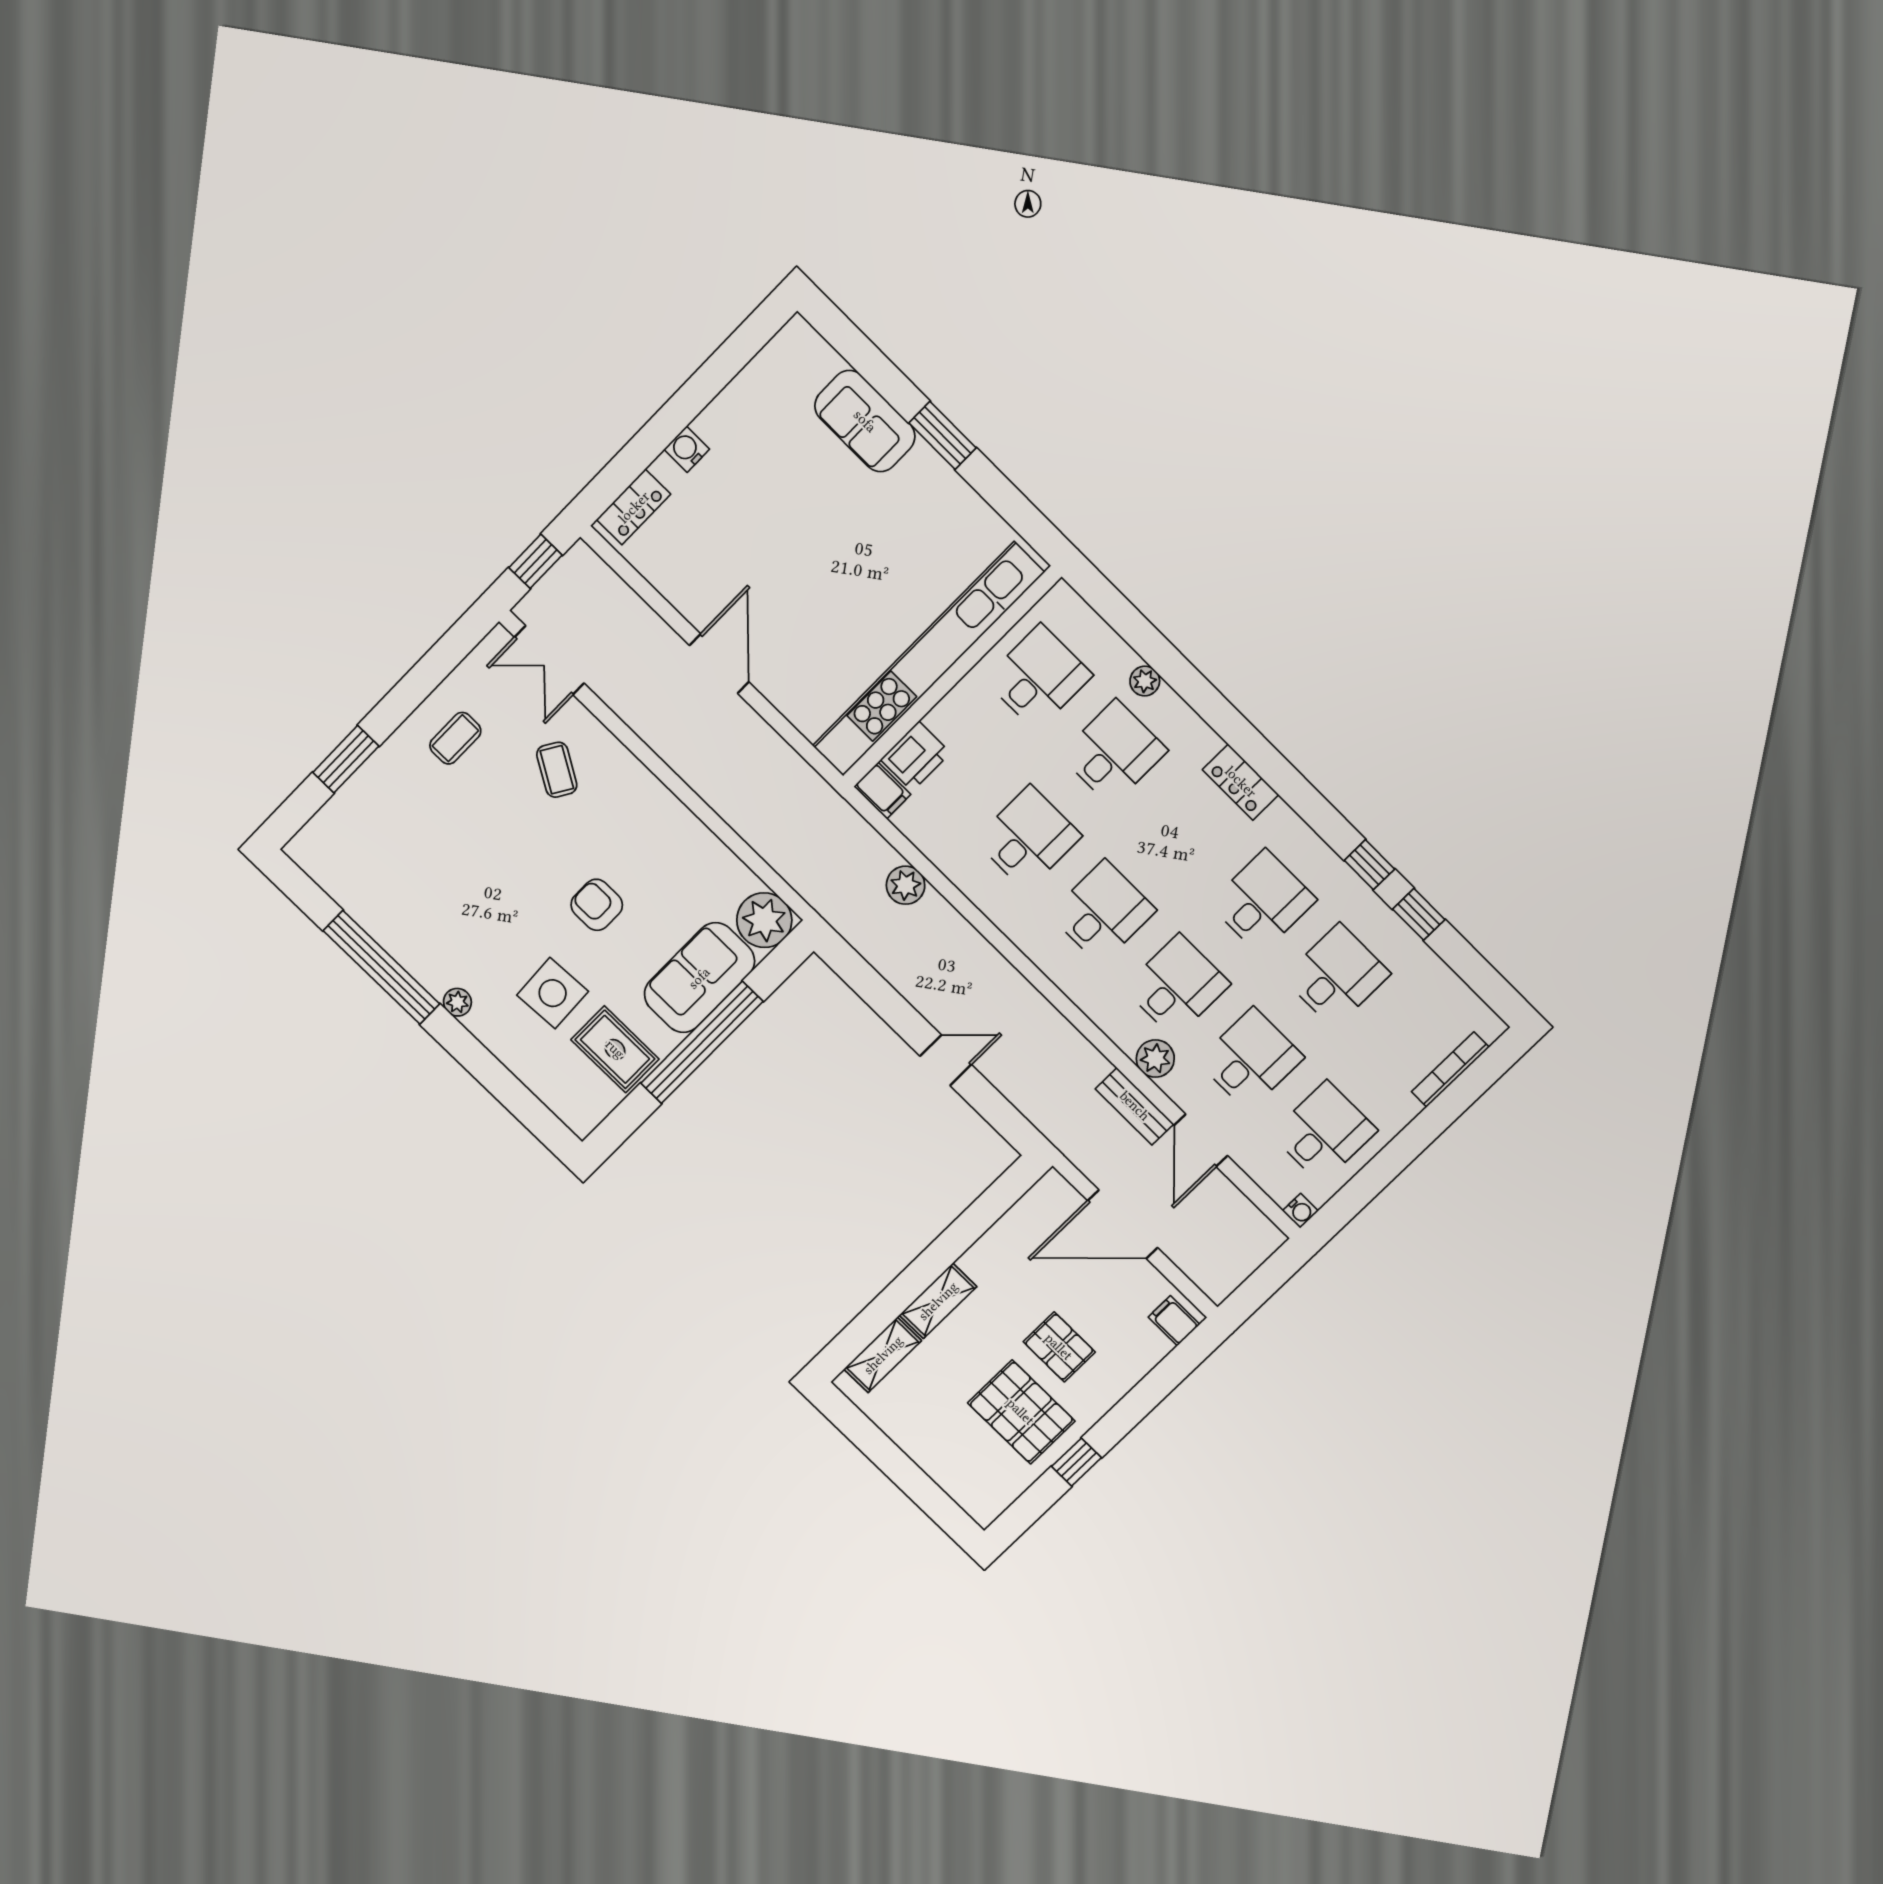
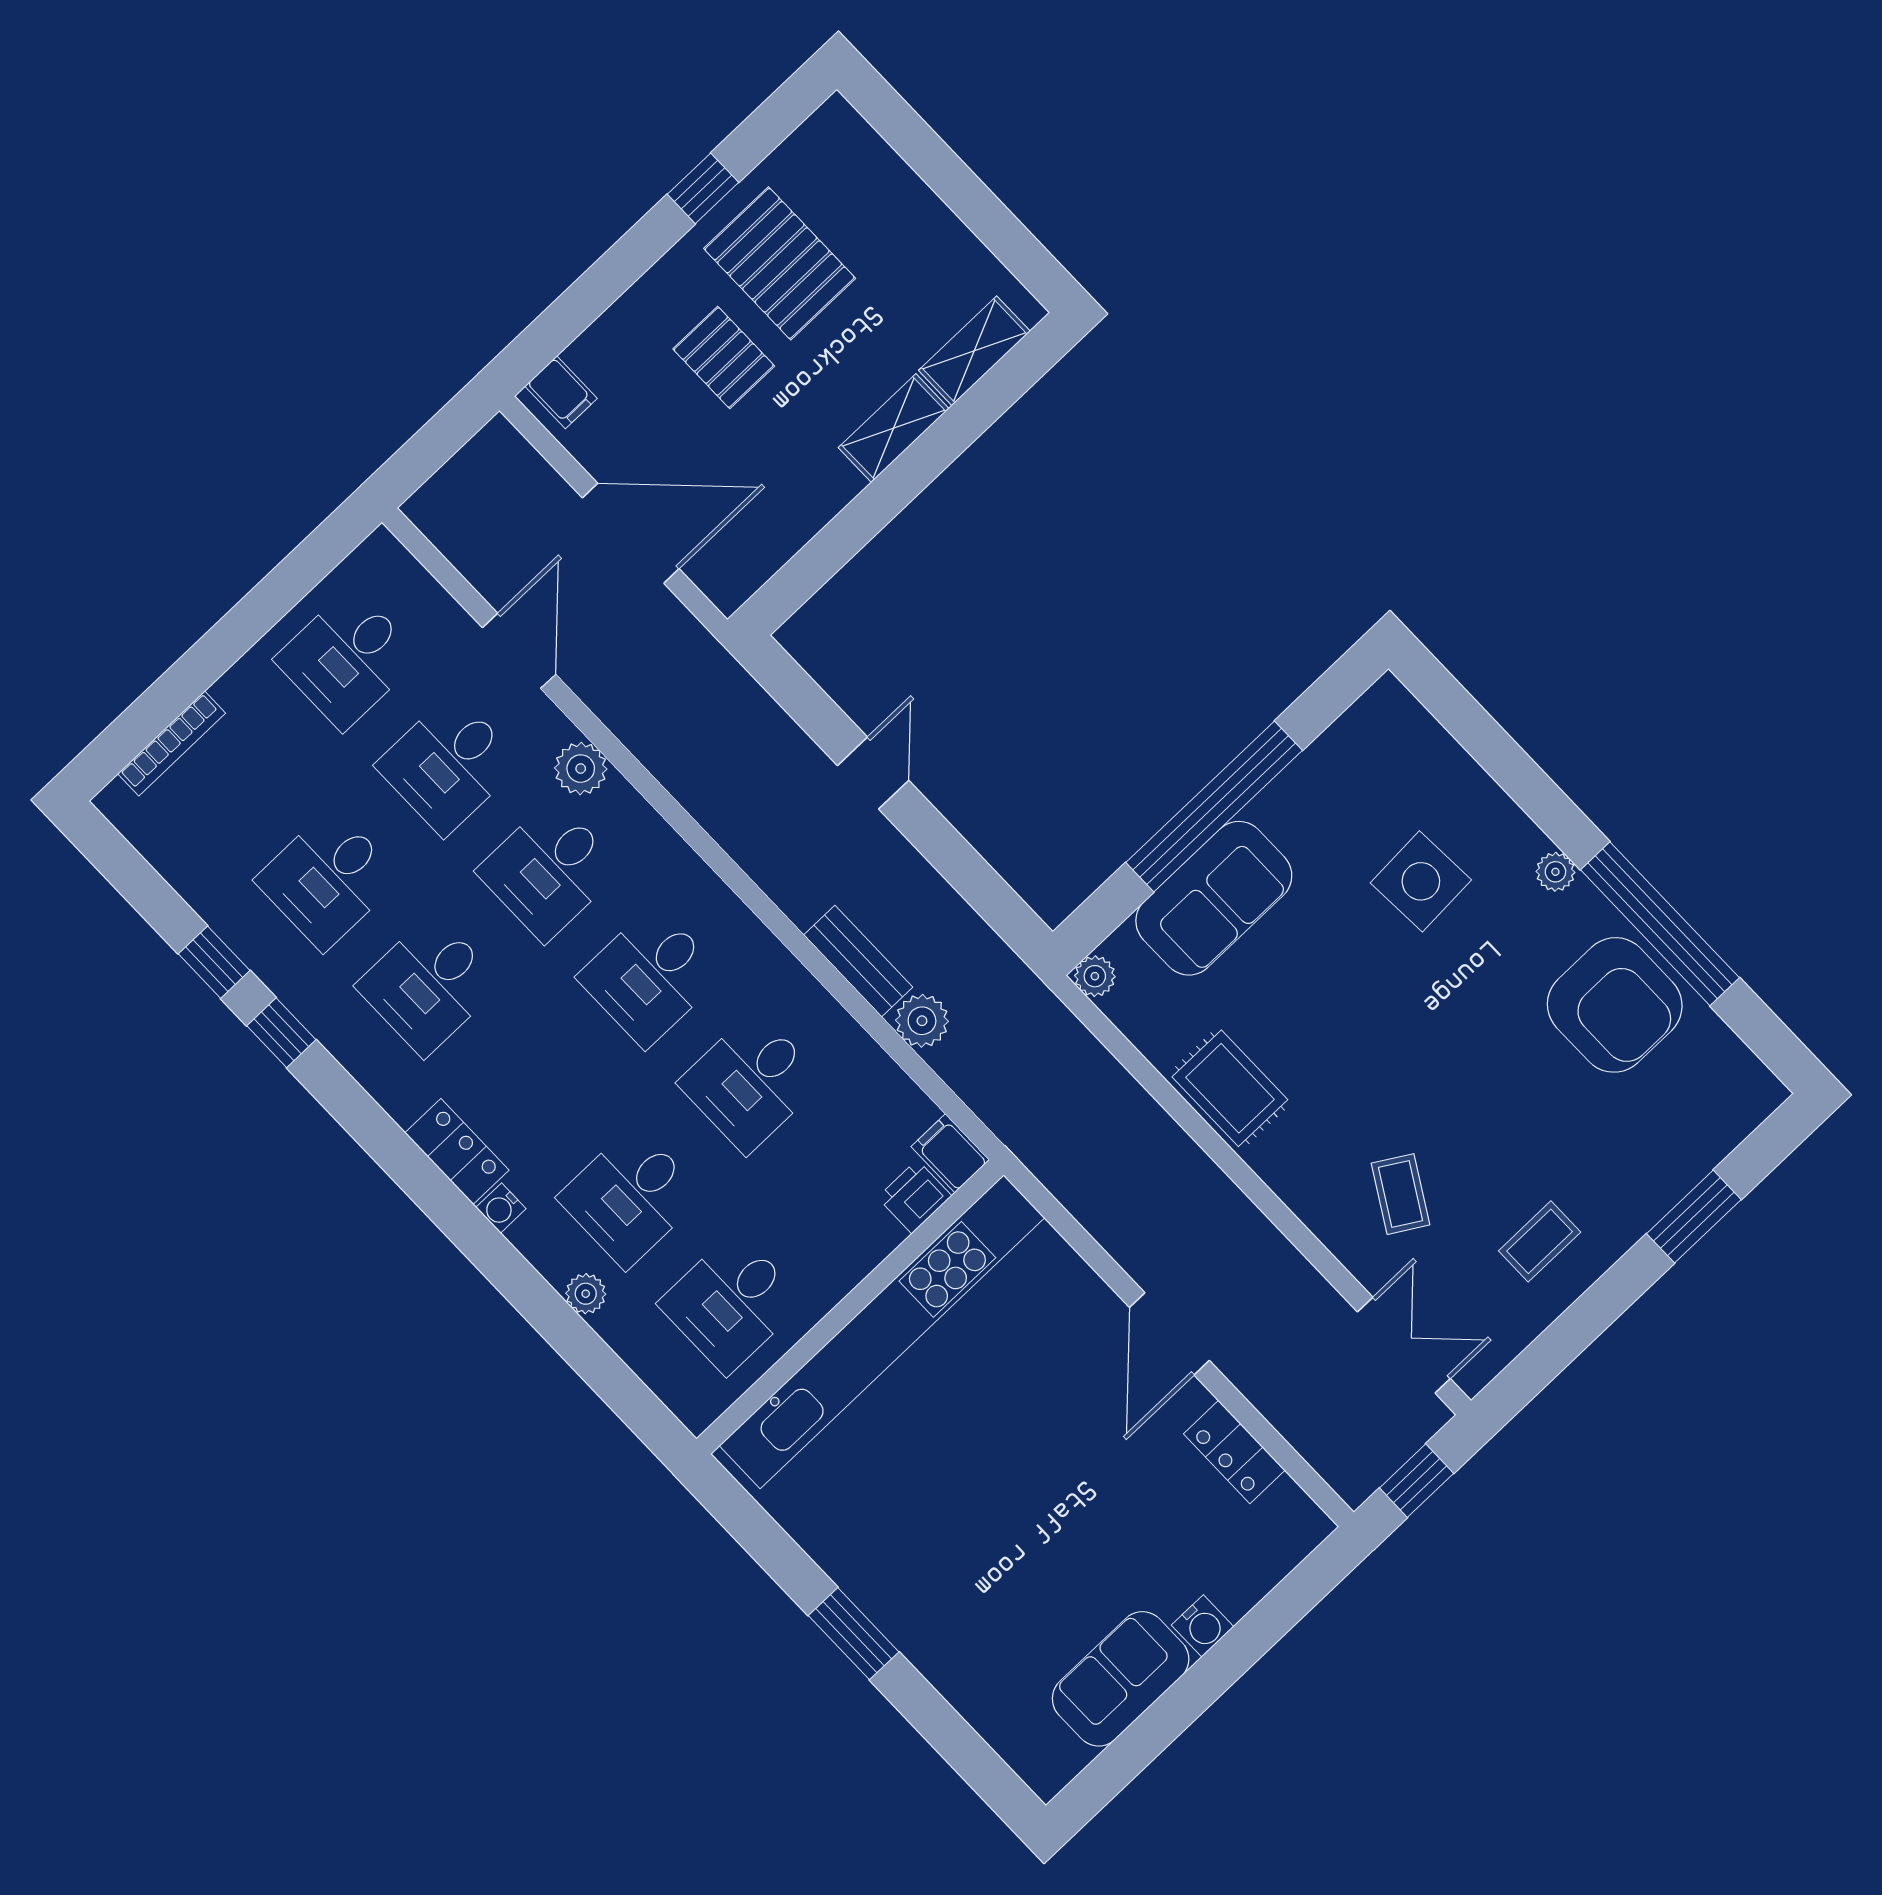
sofa: (865, 421) -> (1121, 1679), moved, turned -90
locker: (634, 507) -> (1234, 1452), moved, turned -90
printer: (915, 756) -> (915, 1197), width x0.73, depth x0.81
armchair: (597, 905) -> (1615, 1005), moved, width x1.88, depth x1.88
plant: (764, 920) -> (1095, 976), width x0.53, depth x0.53
rug: (615, 1049) -> (1230, 1088), moved
door: (946, 1060) -> (873, 773), swing flipped
bench: (1135, 1106) -> (858, 961), moved
water cooler: (1300, 1211) -> (501, 1208), moved, turned -90

